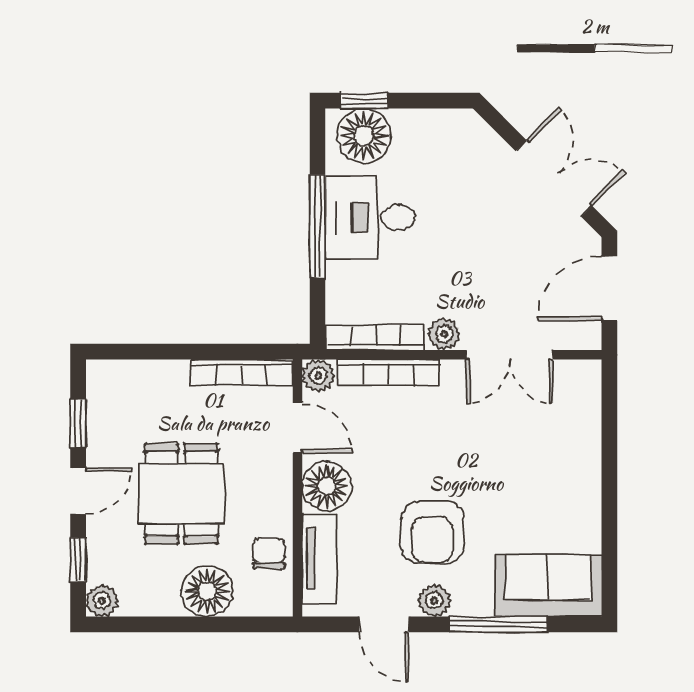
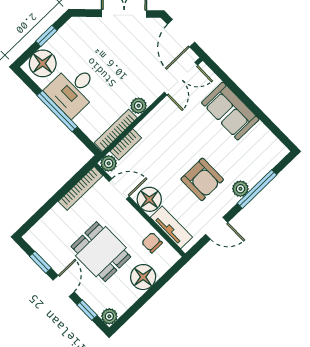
window: (364, 101) -> (46, 36), moved
double door: (510, 355) -> (181, 79), moved
bookcase: (389, 372) -> (126, 144), width x0.64
sofa: (548, 586) -> (230, 111), moved, turned -90
plant: (434, 600) -> (240, 189), moved

